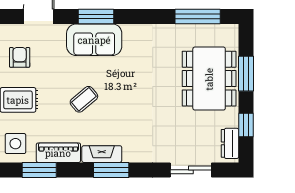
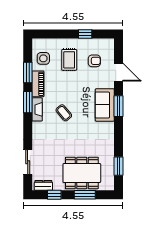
window: (198, 16) -> (119, 166), width x0.69
coffee table: (84, 99) -> (64, 113), moved
window: (111, 170) -> (28, 102), moved

